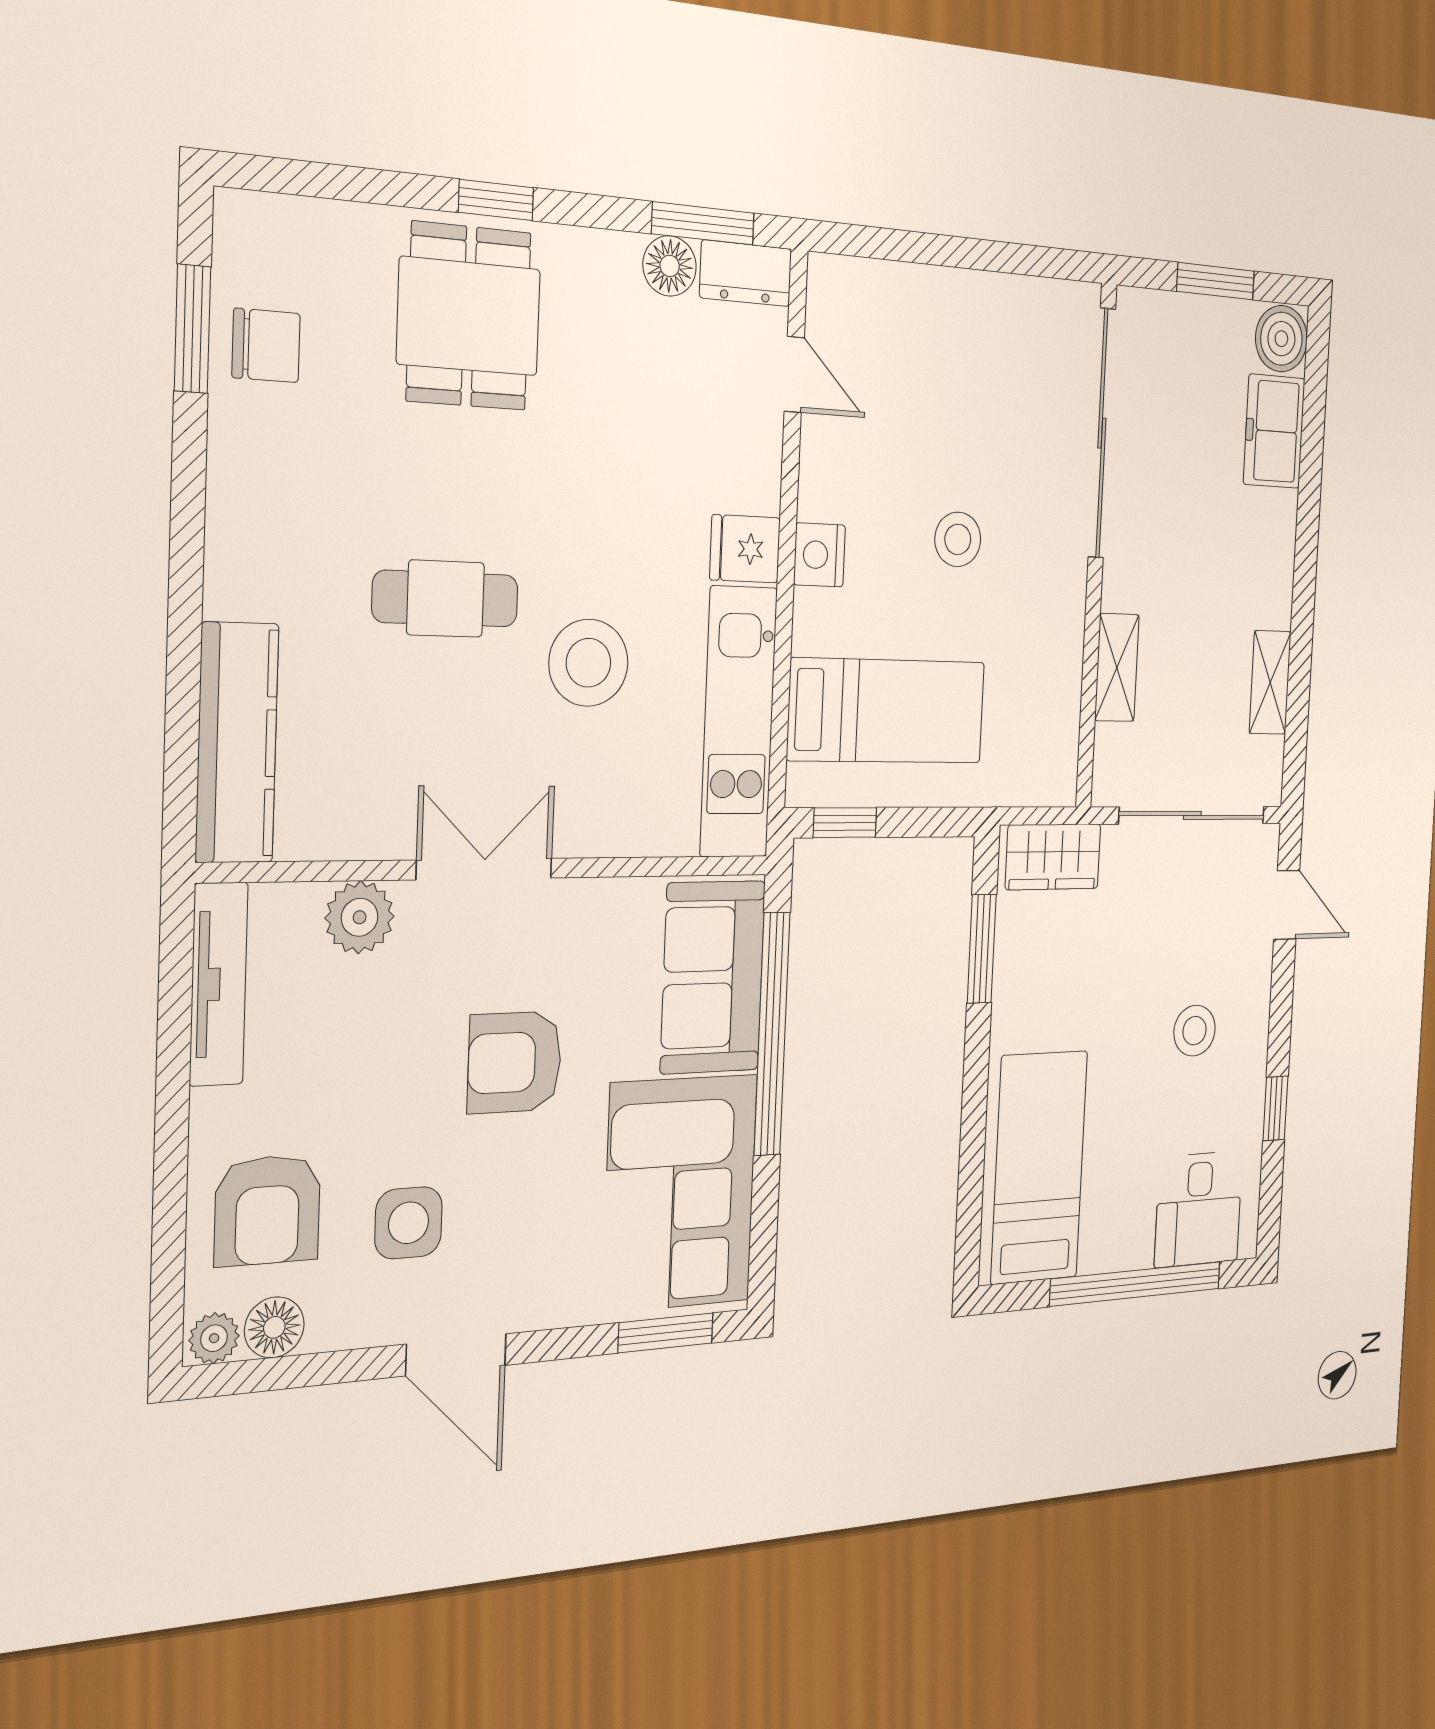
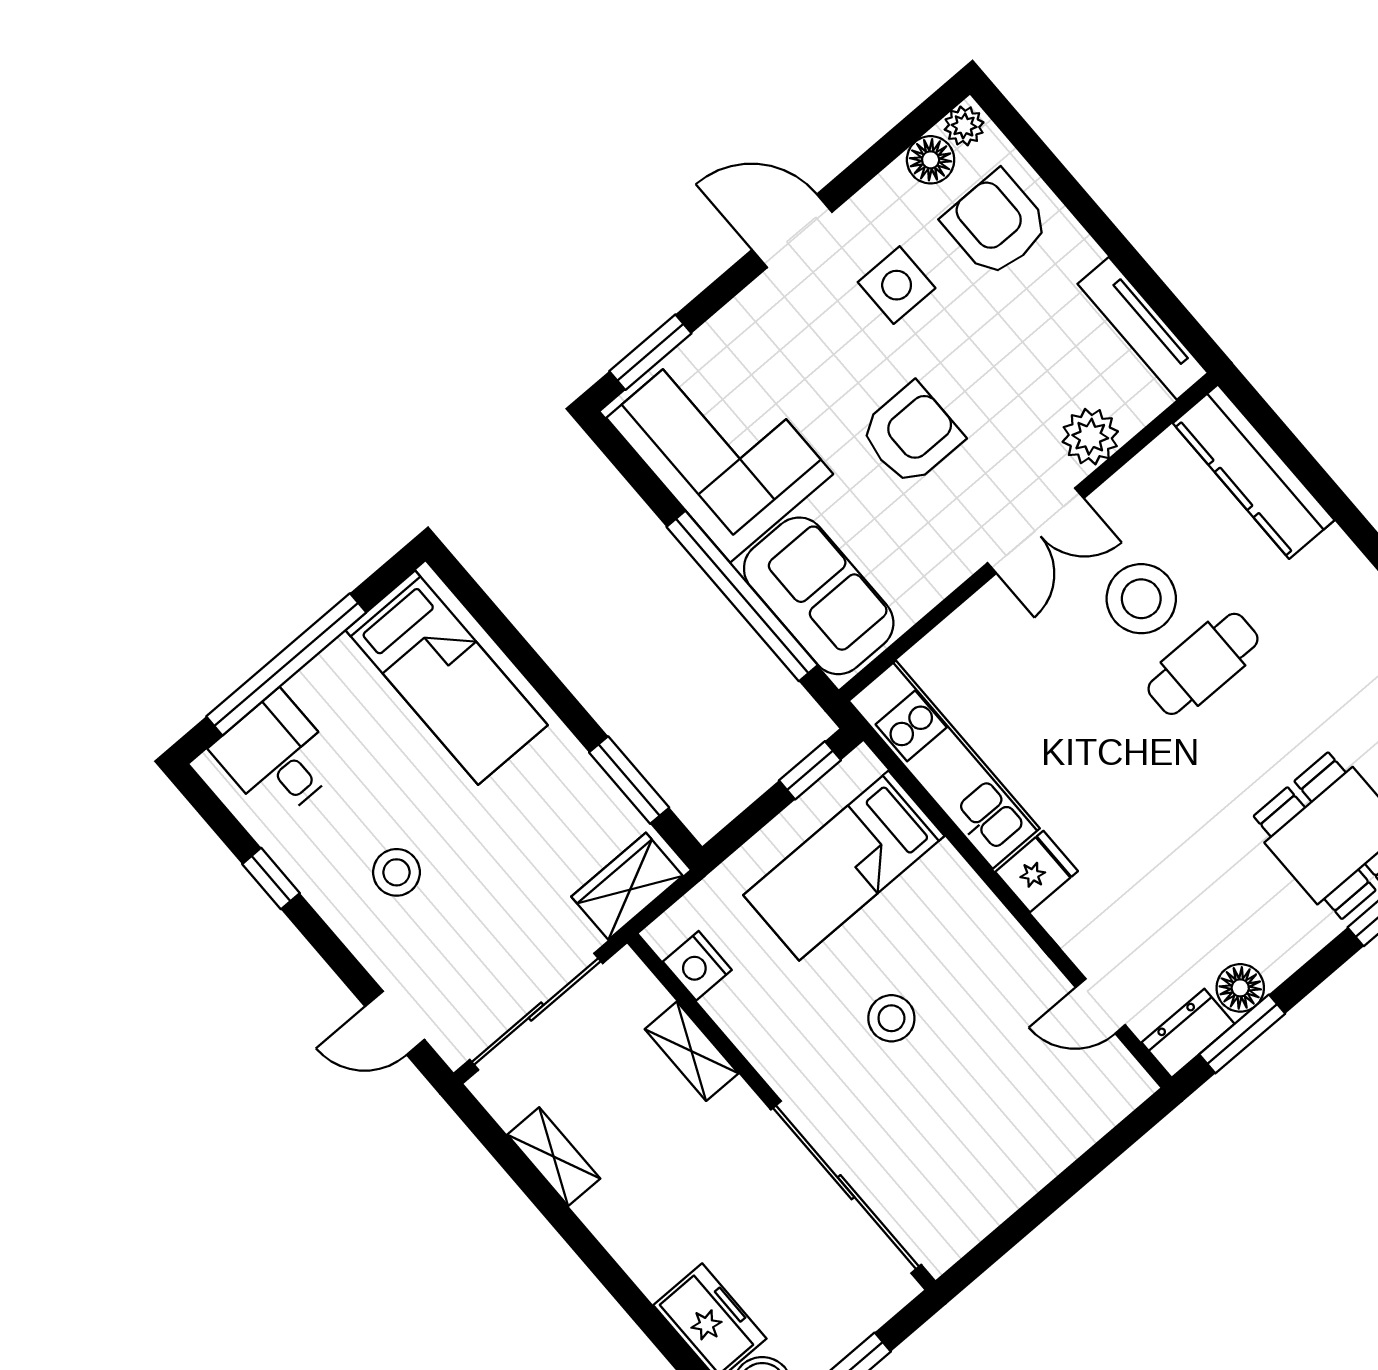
nightstand: (819, 555) -> (697, 966), moved, turned 180
stool: (588, 663) -> (1141, 599), moved

